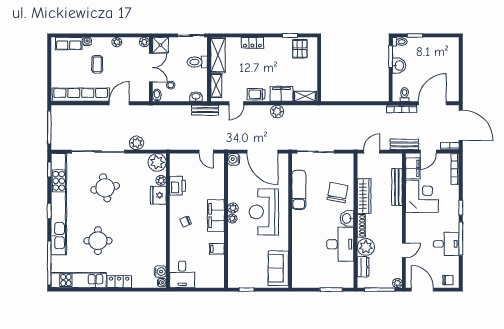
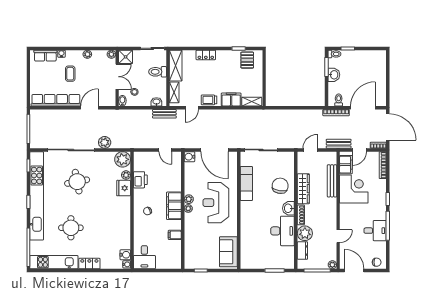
plant: (277, 111) -> (227, 115), removed

